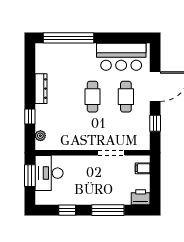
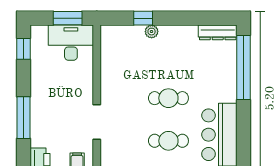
dresser: (41, 89) -> (218, 32), moved
plant: (40, 136) -> (152, 32), moved
window: (67, 210) -> (23, 49), moved

